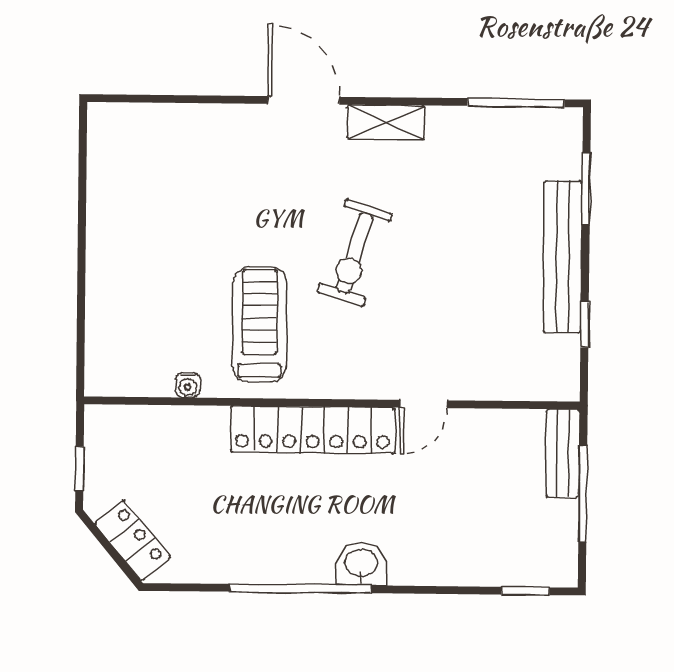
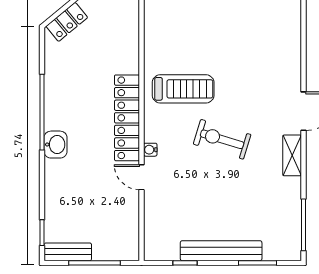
water cooler: (188, 385) -> (150, 150), moved
bench: (563, 453) -> (68, 252), moved

